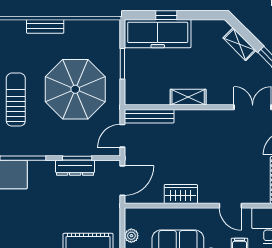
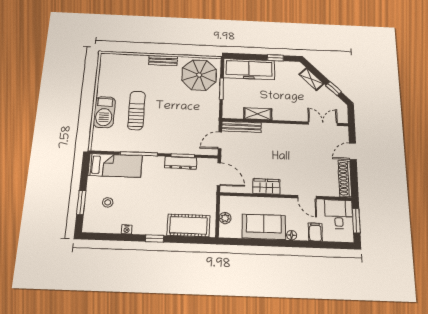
window: (166, 15) -> (275, 58), moved
parasol: (75, 89) -> (199, 75), moved, width x0.73, depth x0.73
shelving: (188, 97) -> (258, 114), moved
door: (122, 181) -> (219, 174), hinge flipped

